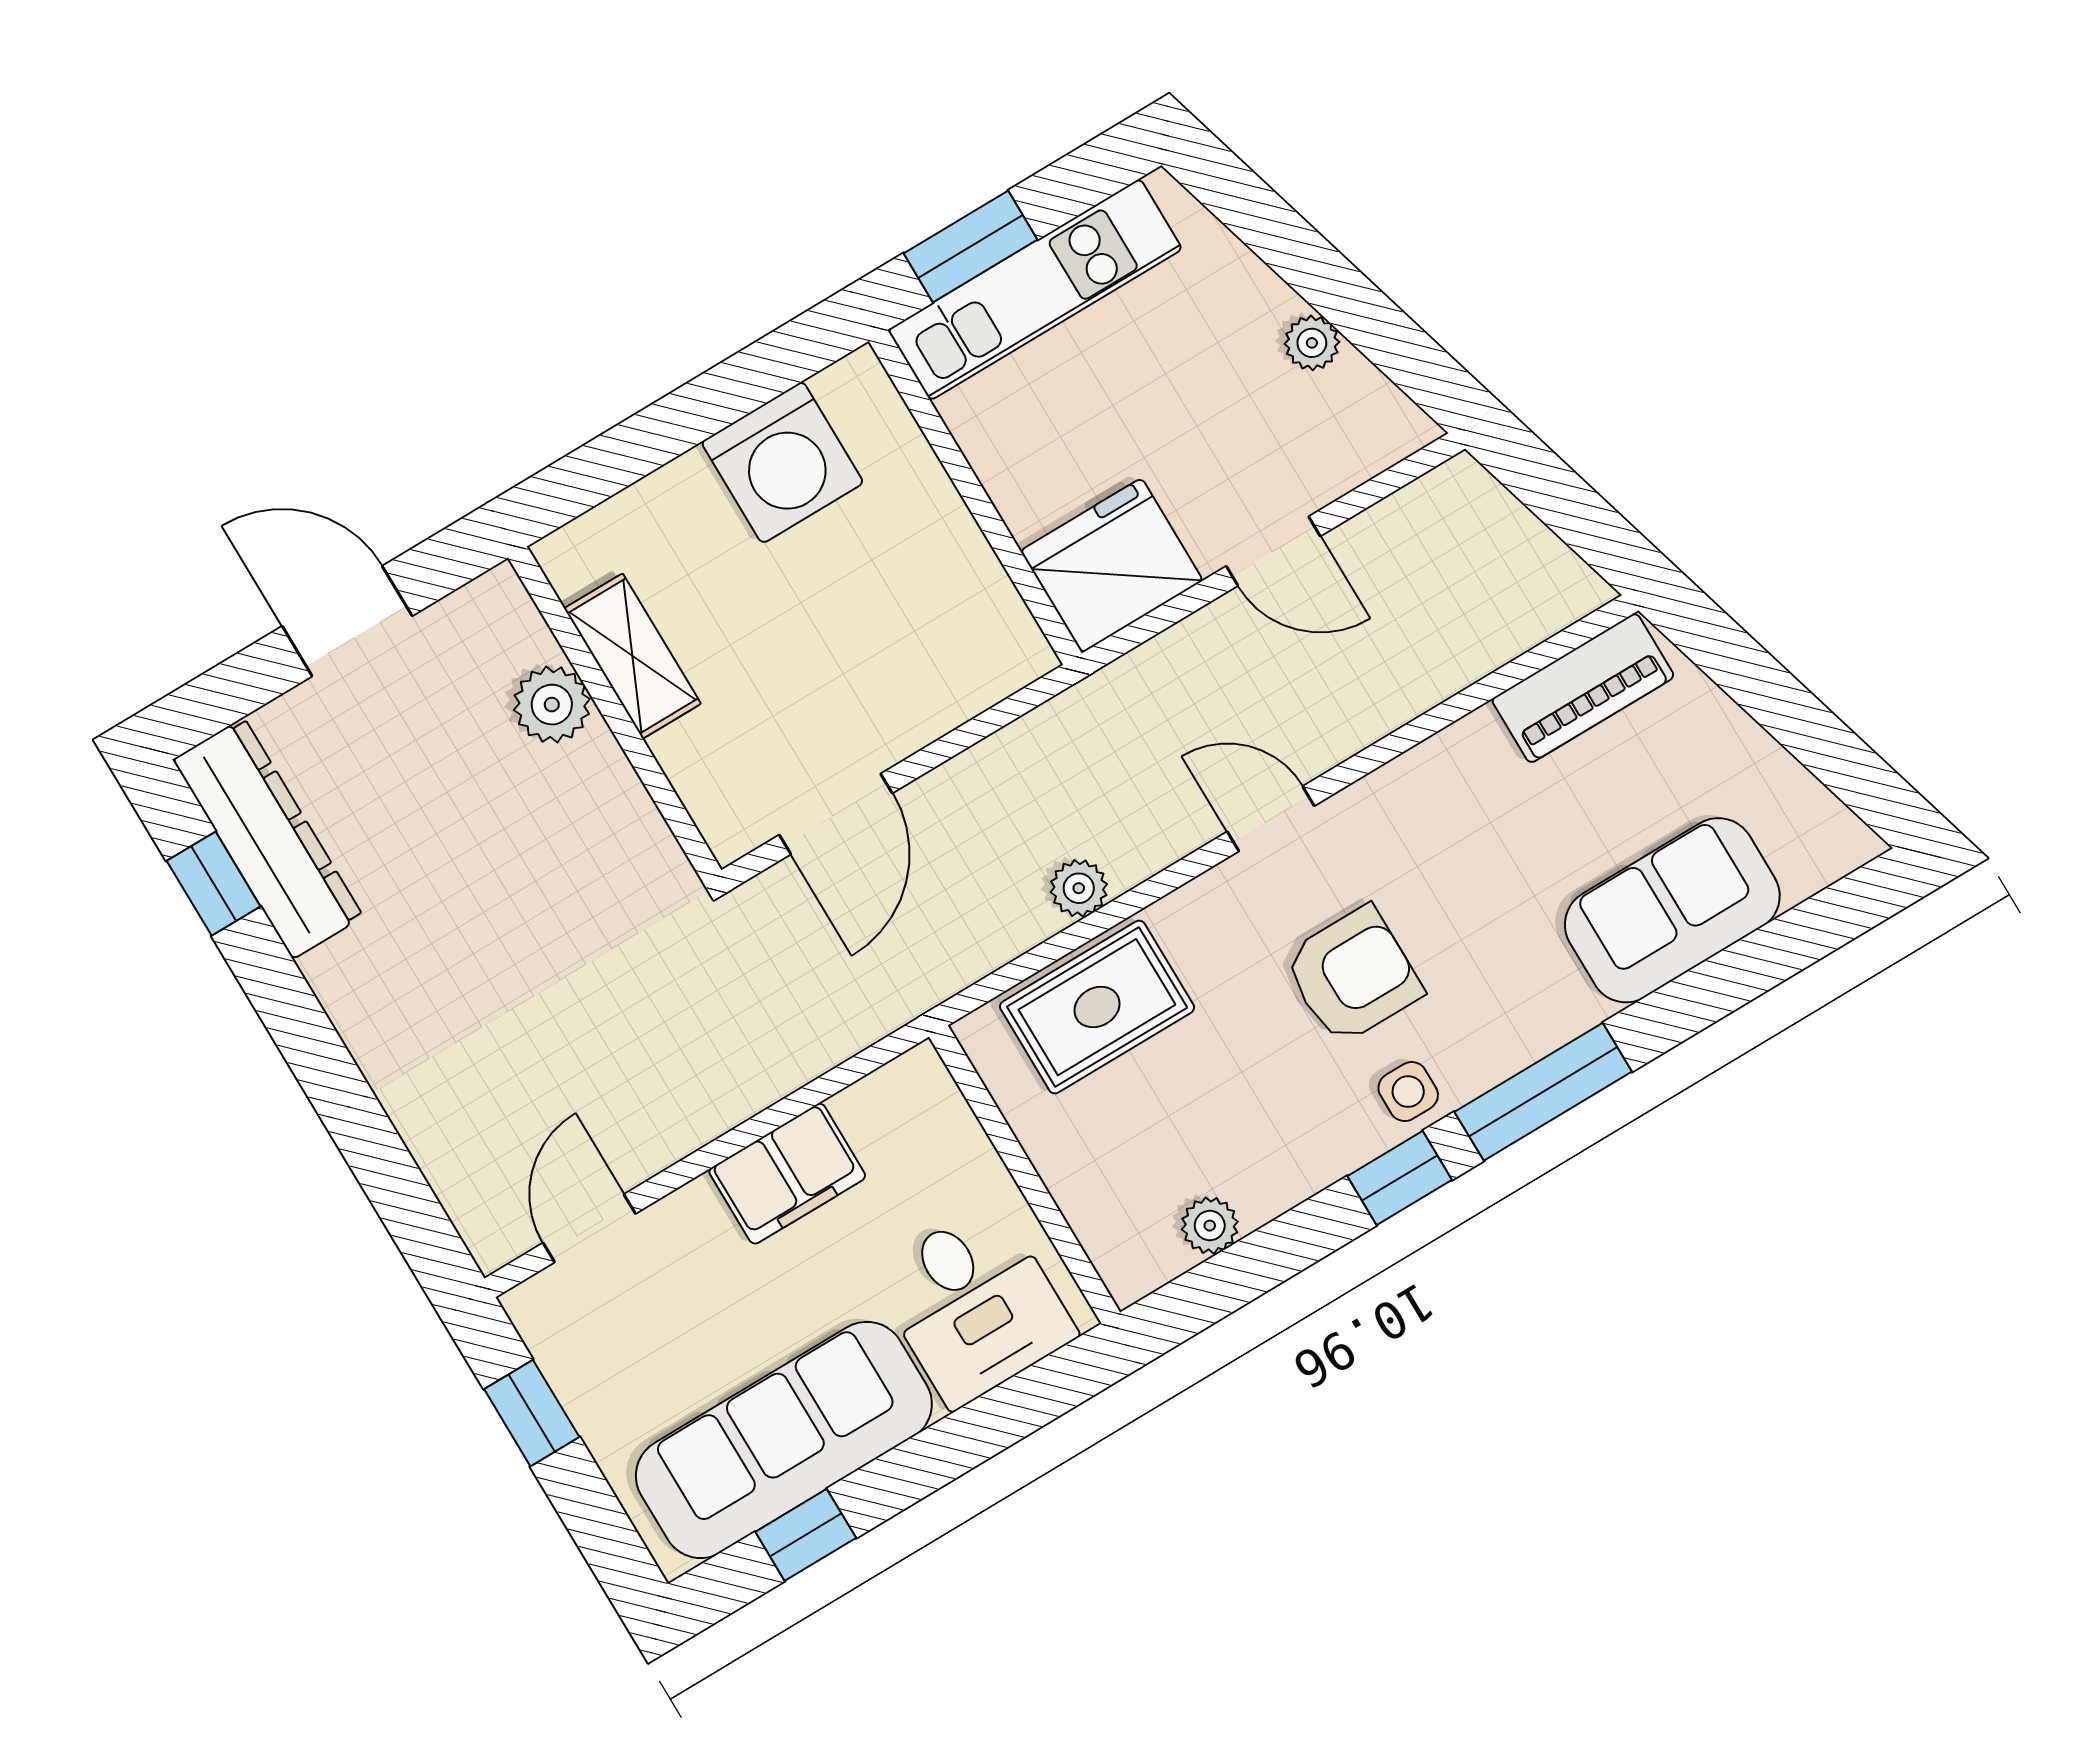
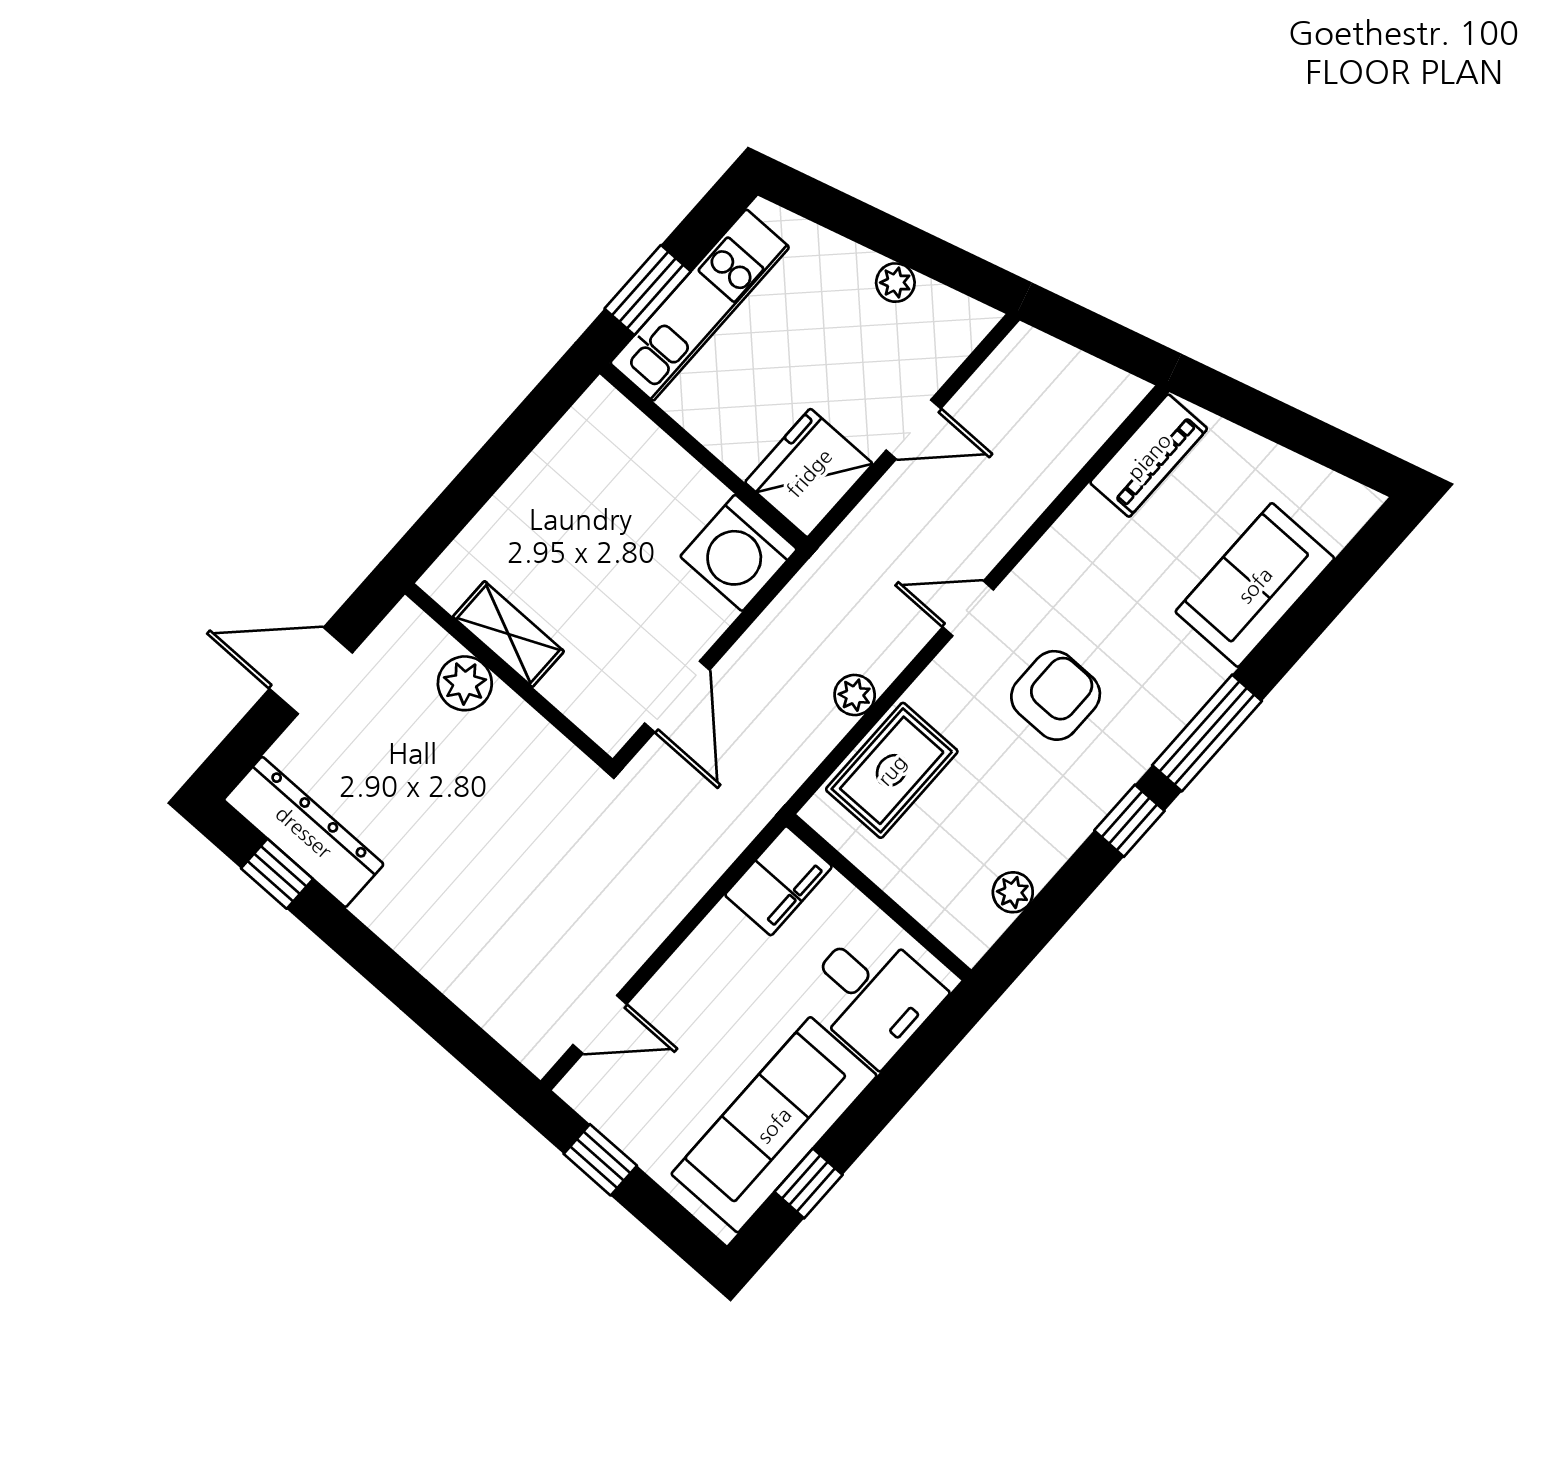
washing machine: (782, 462) -> (739, 553), moved, turned 90
side table: (1408, 1092) -> (1117, 761), removed
filing cabinet: (787, 1174) -> (778, 881), moved
door: (589, 1228) -> (600, 1025), swing flipped

